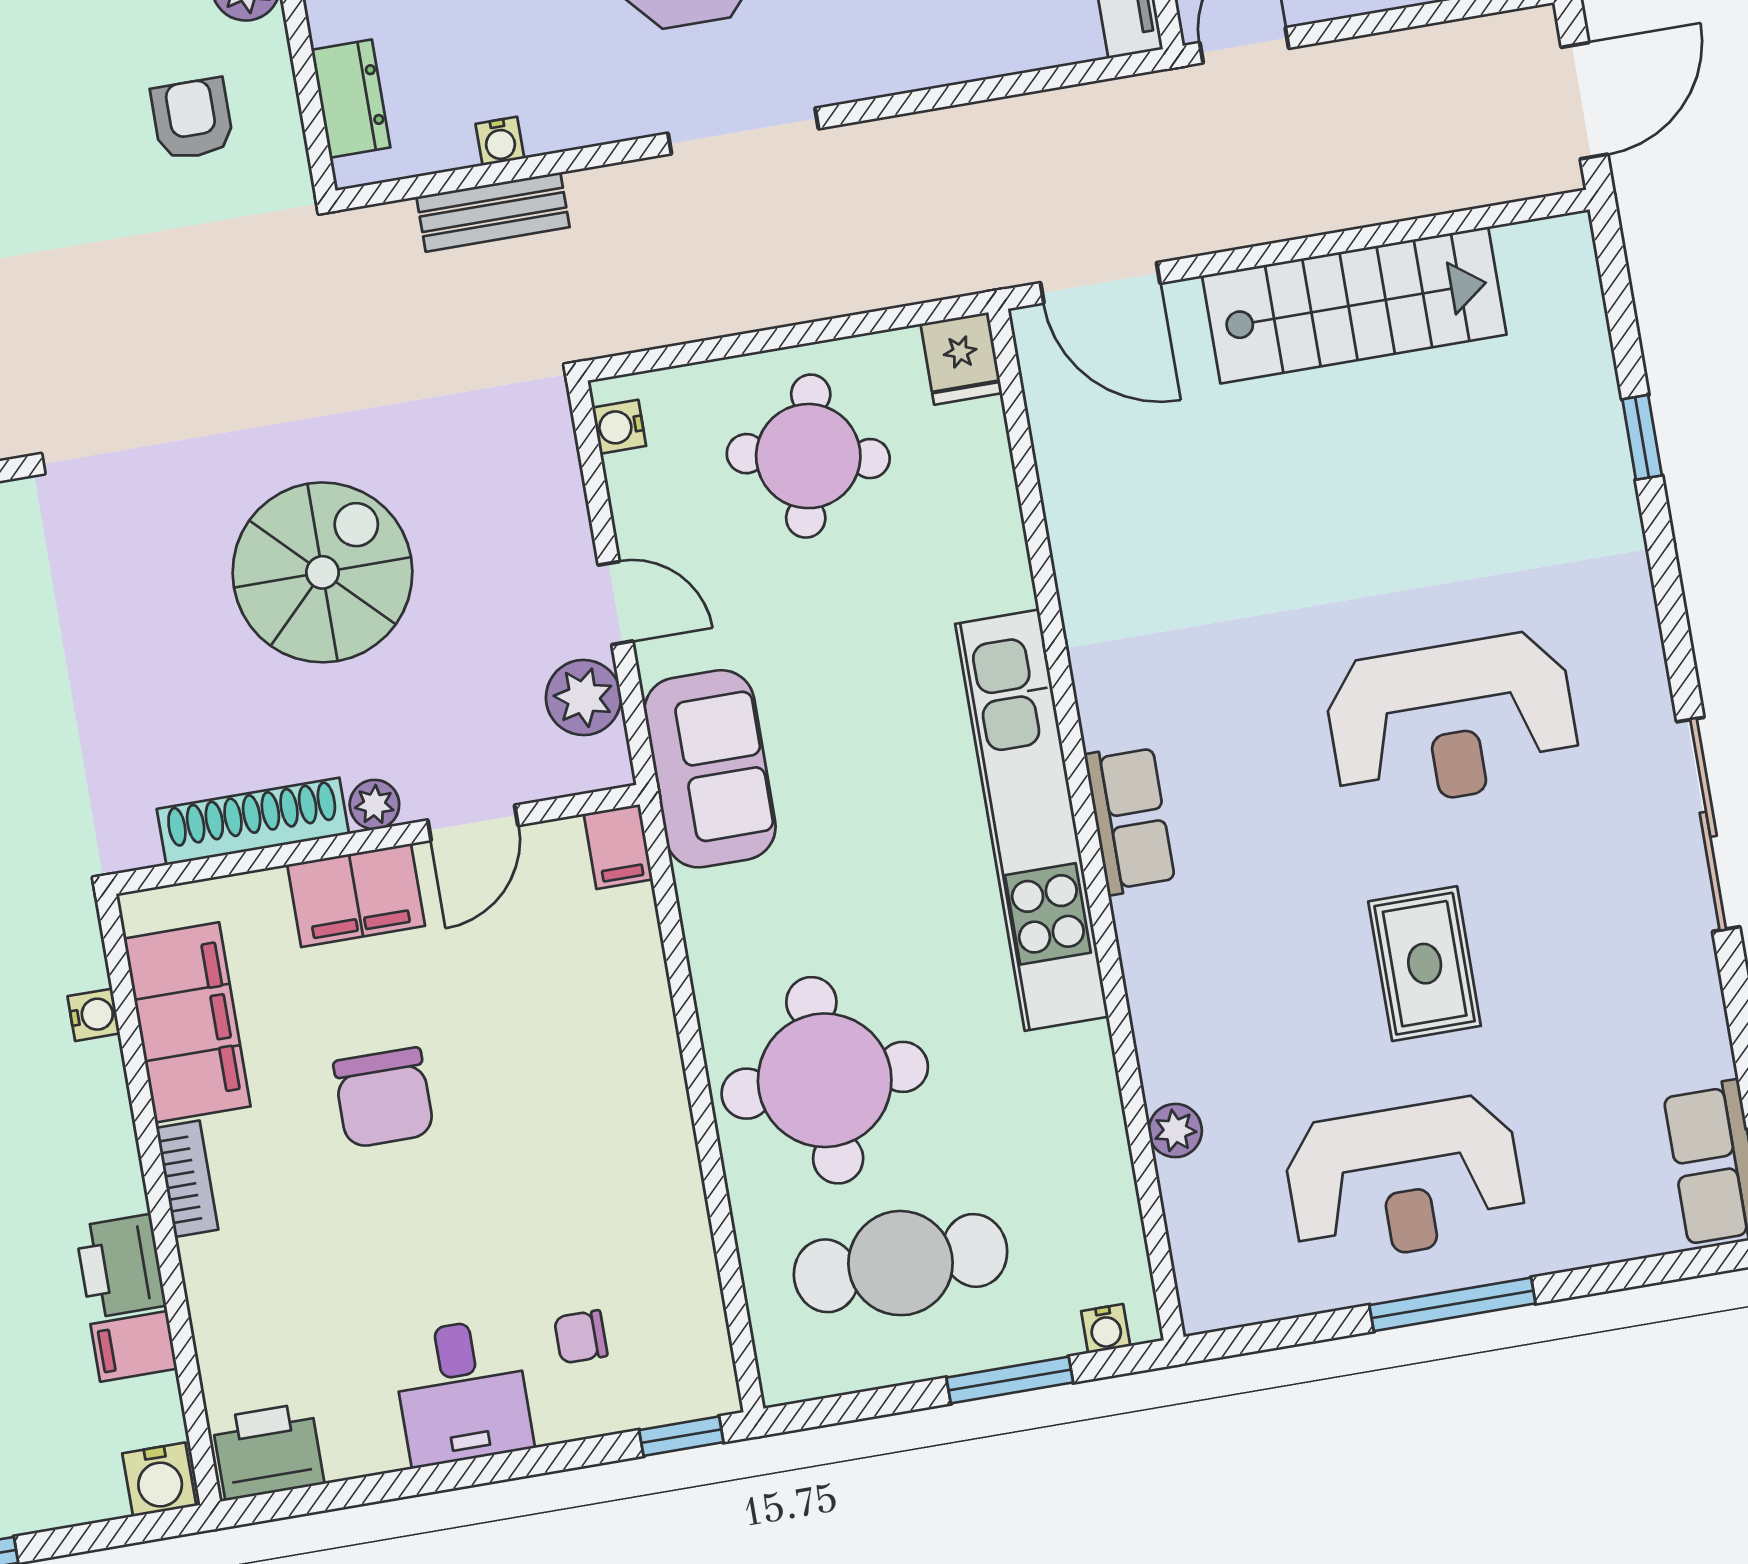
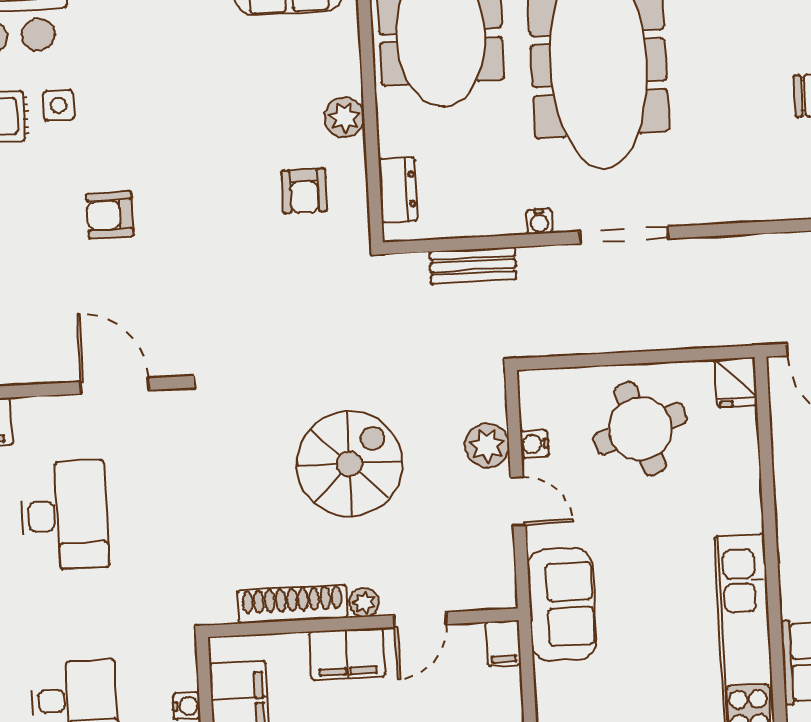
armchair: (192, 119) -> (304, 191), turned 180
water cooler: (500, 141) -> (539, 222), moved
water cooler: (619, 427) -> (534, 444), moved
round table: (808, 456) -> (640, 429), turned -30
plant: (583, 697) -> (487, 446), moved

